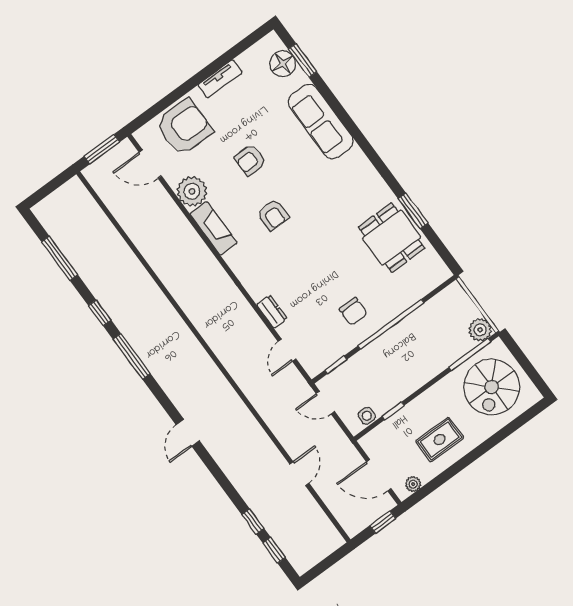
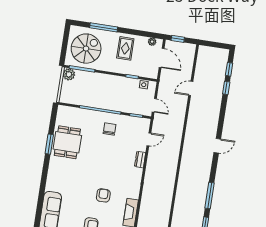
window: (496, 439) -> (104, 27), added
rug: (440, 440) -> (125, 48), turned 90

